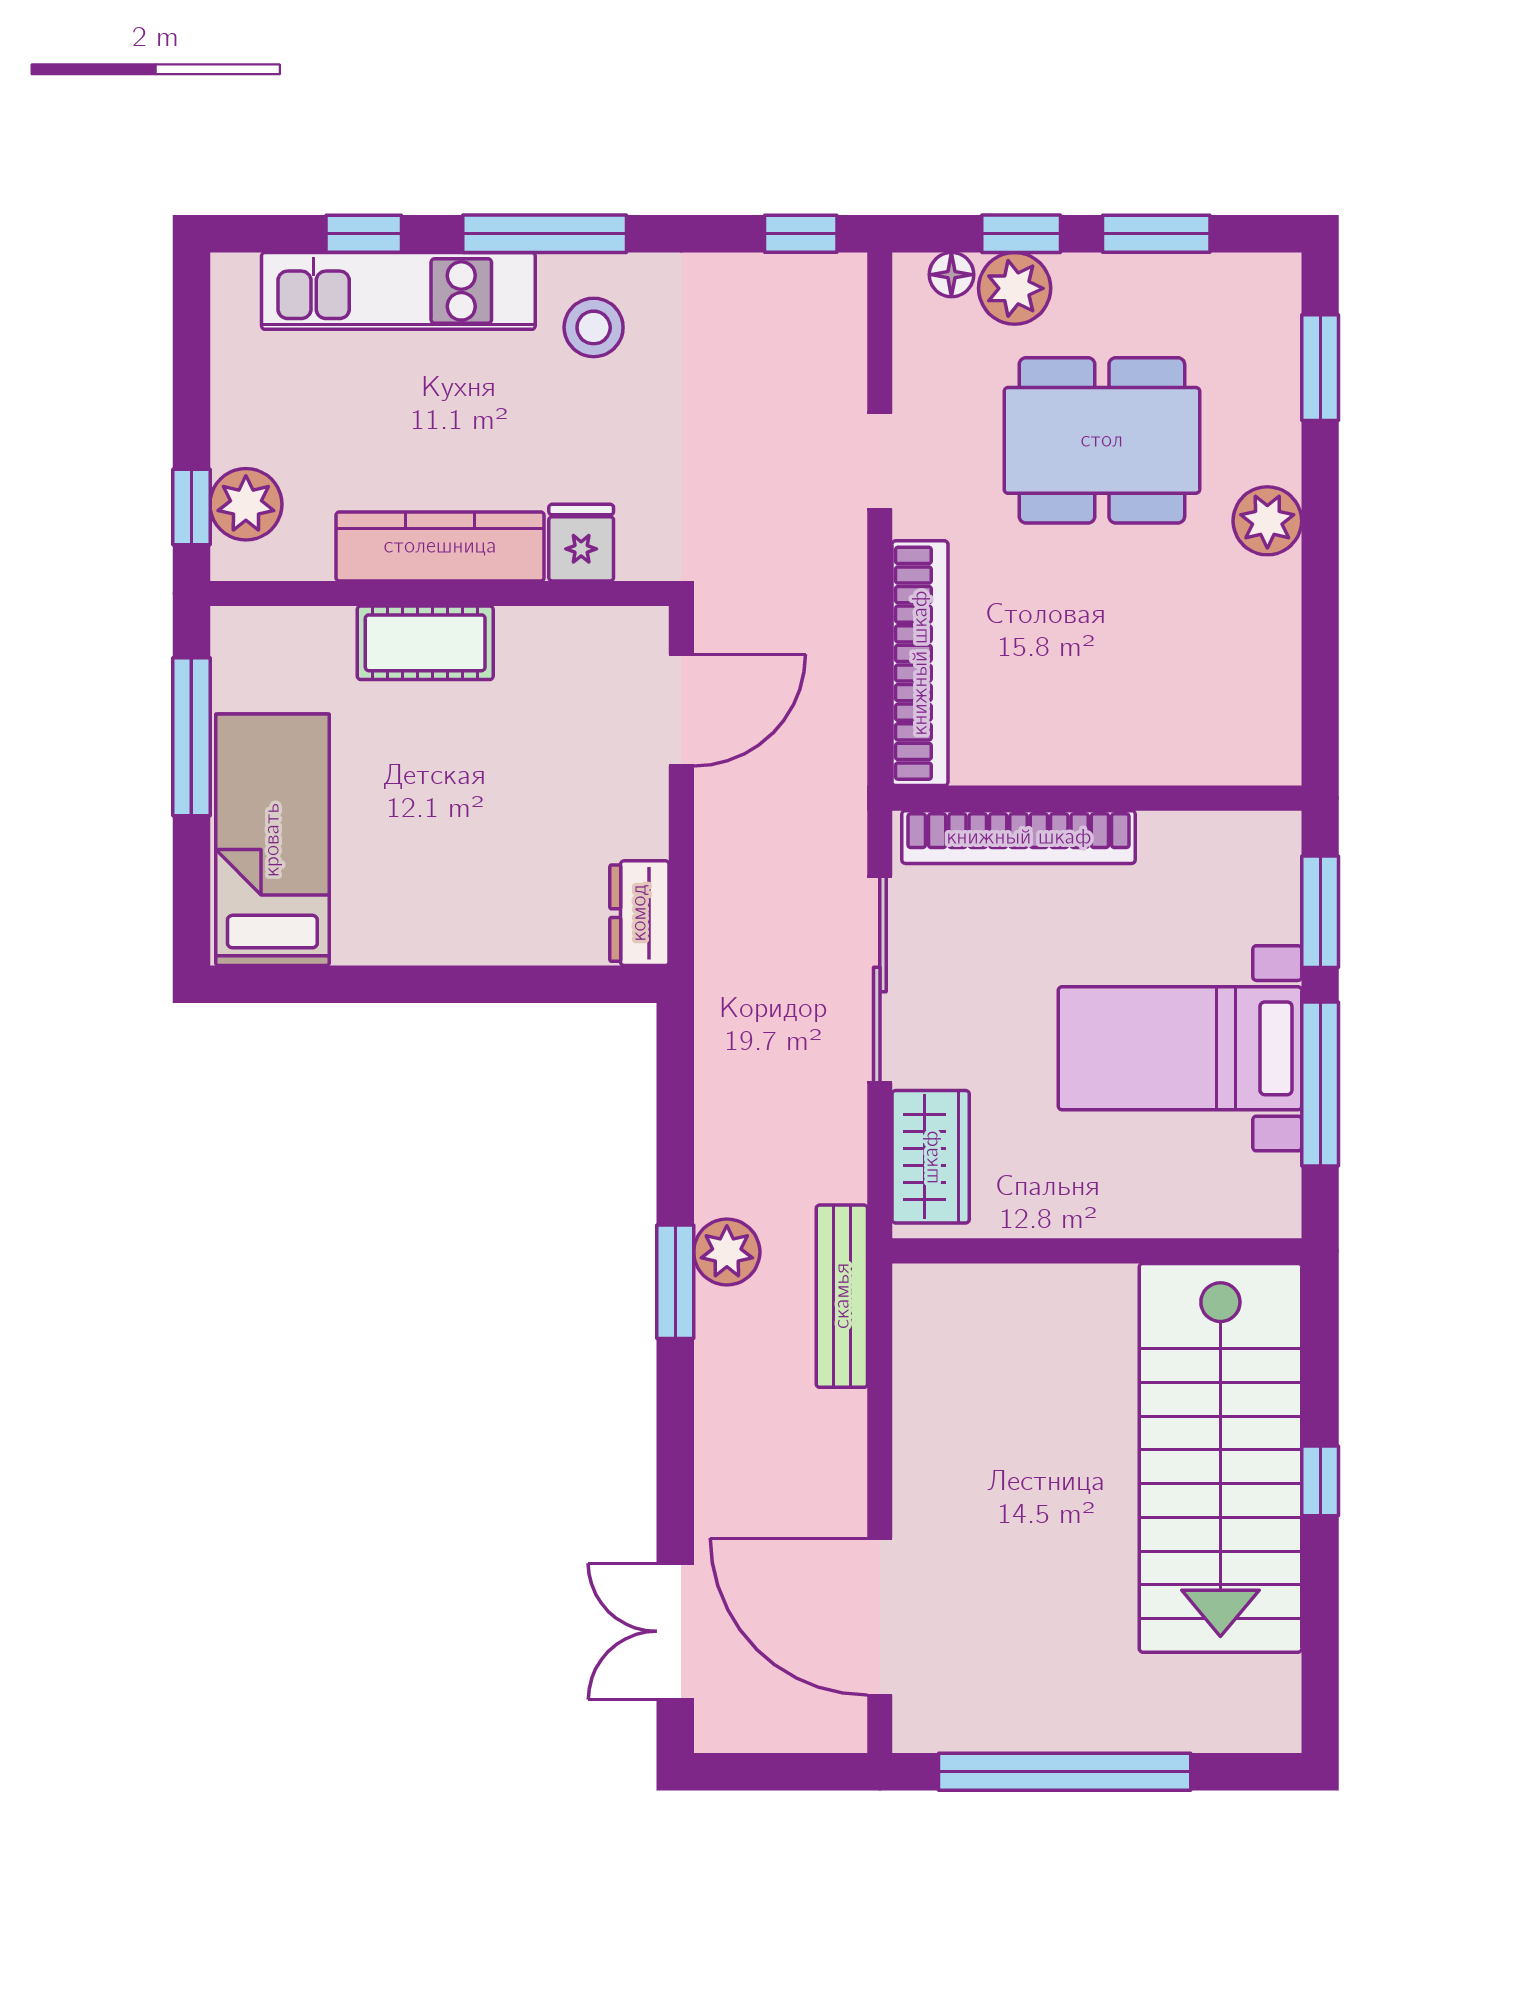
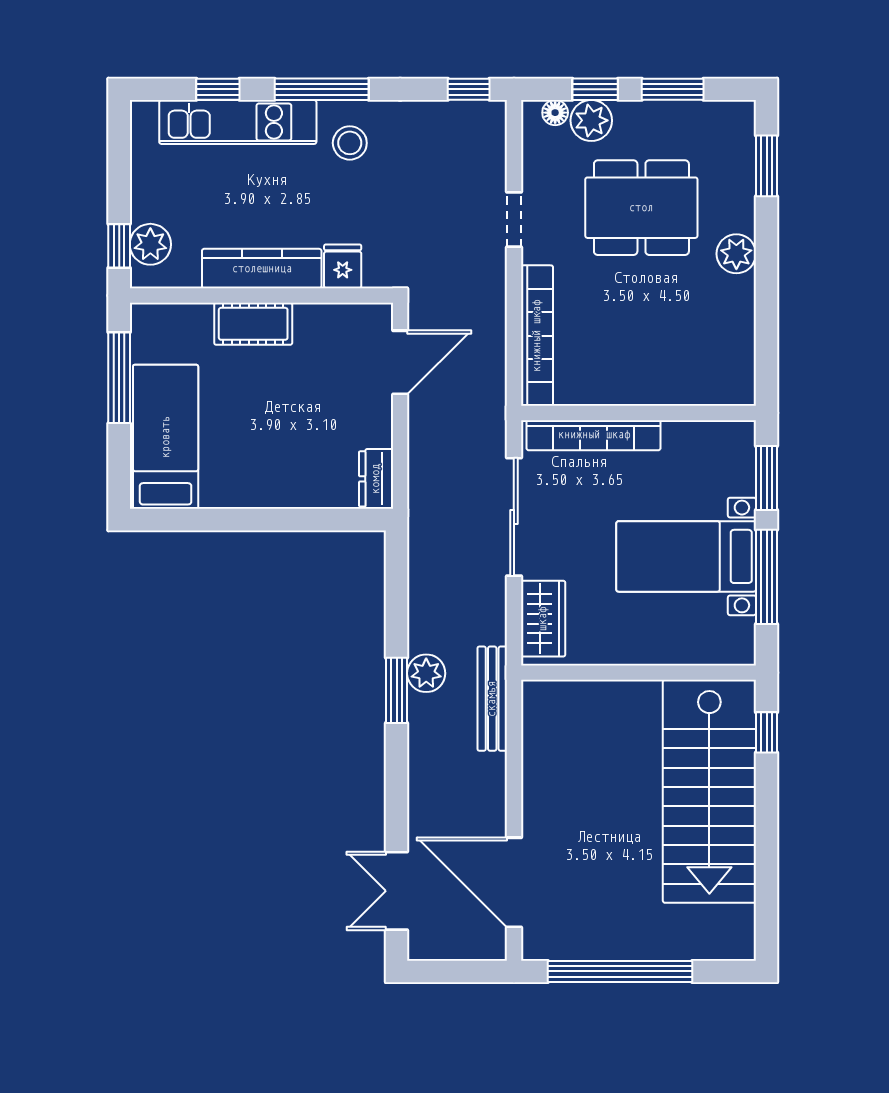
window: (1320, 1481) -> (767, 732), moved

